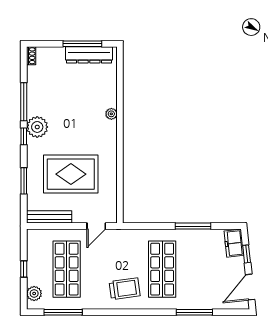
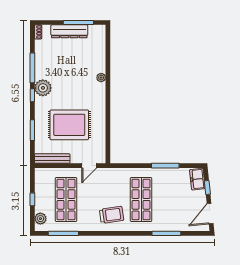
dresser: (89, 55) -> (69, 31), moved

